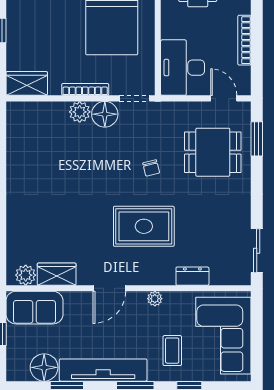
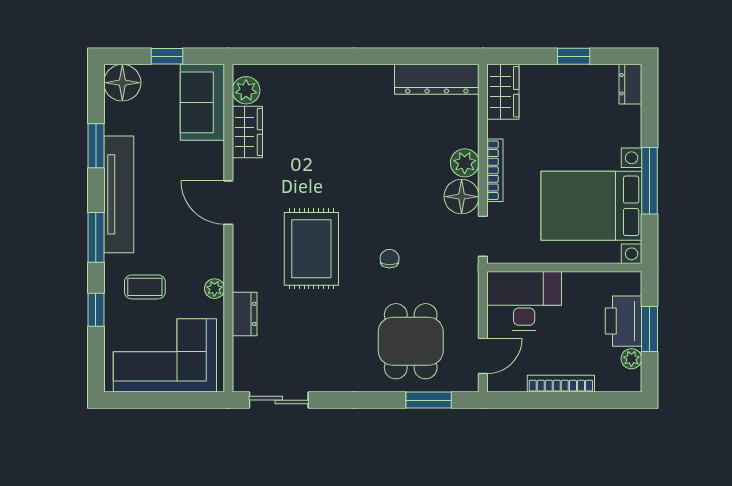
dresser: (17, 133) -> (437, 79), added
chair: (151, 168) -> (390, 259), turned 104
plant: (155, 299) -> (214, 289), moved
floor lamp: (44, 367) -> (122, 83), moved

